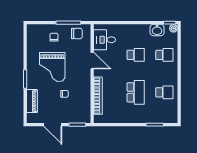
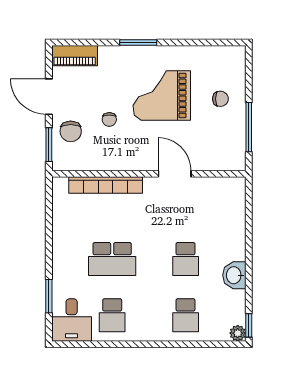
washbasin: (157, 30) -> (234, 275), moved
chair: (77, 34) -> (71, 131), moved
desk: (105, 40) -> (72, 320), moved, turned 180
door: (92, 60) -> (175, 174), swing flipped
piano: (32, 101) -> (75, 56), moved
door: (53, 125) -> (49, 97), hinge flipped

